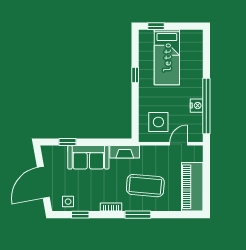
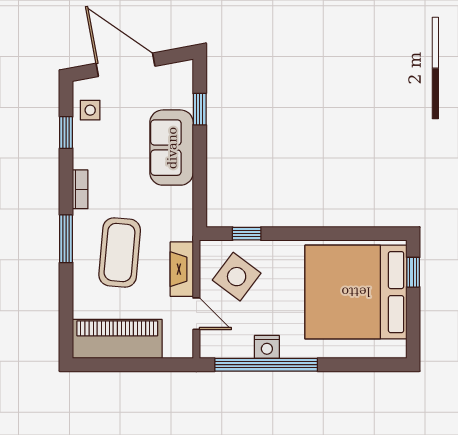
bed: (167, 57) -> (356, 292), width x2.04
window: (135, 75) -> (247, 234), moved
side table: (158, 122) -> (237, 277), turned 37
fireplace: (125, 152) -> (182, 269), moved

